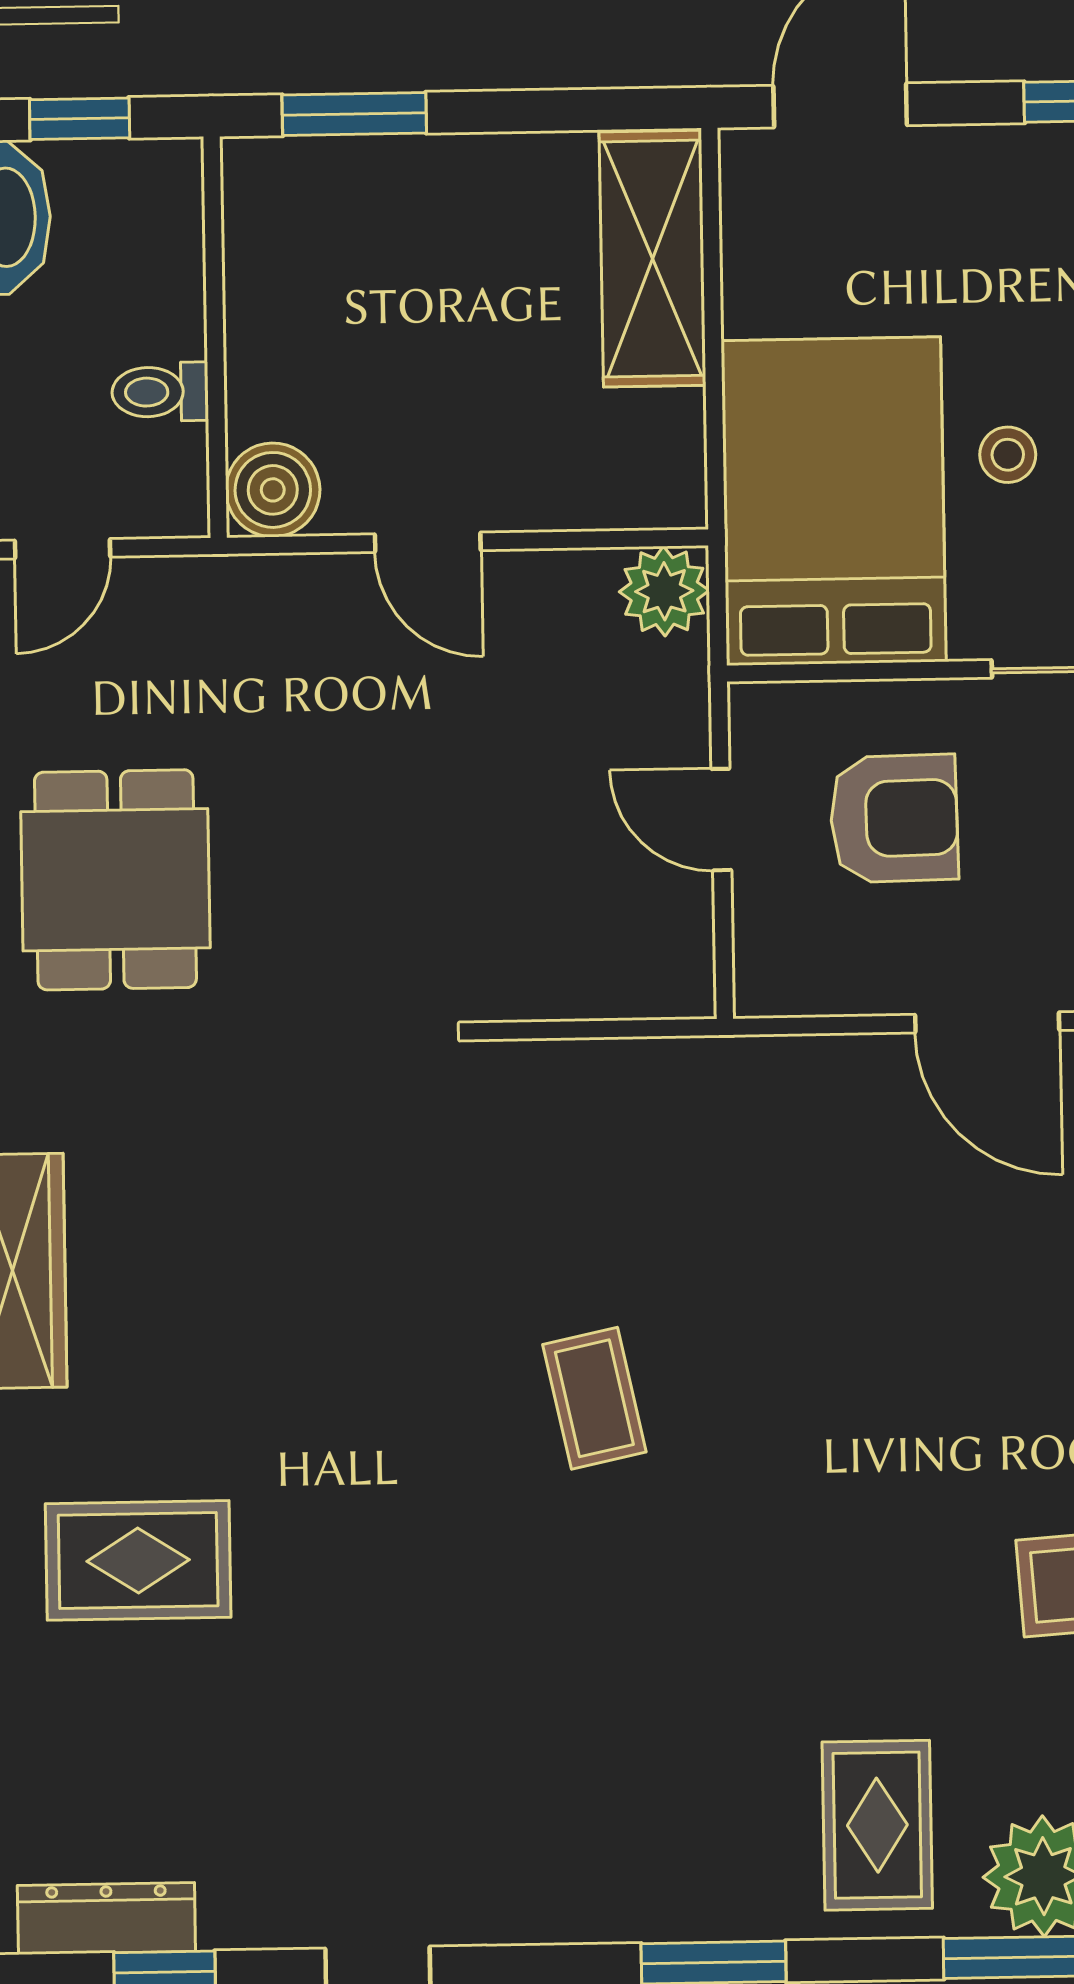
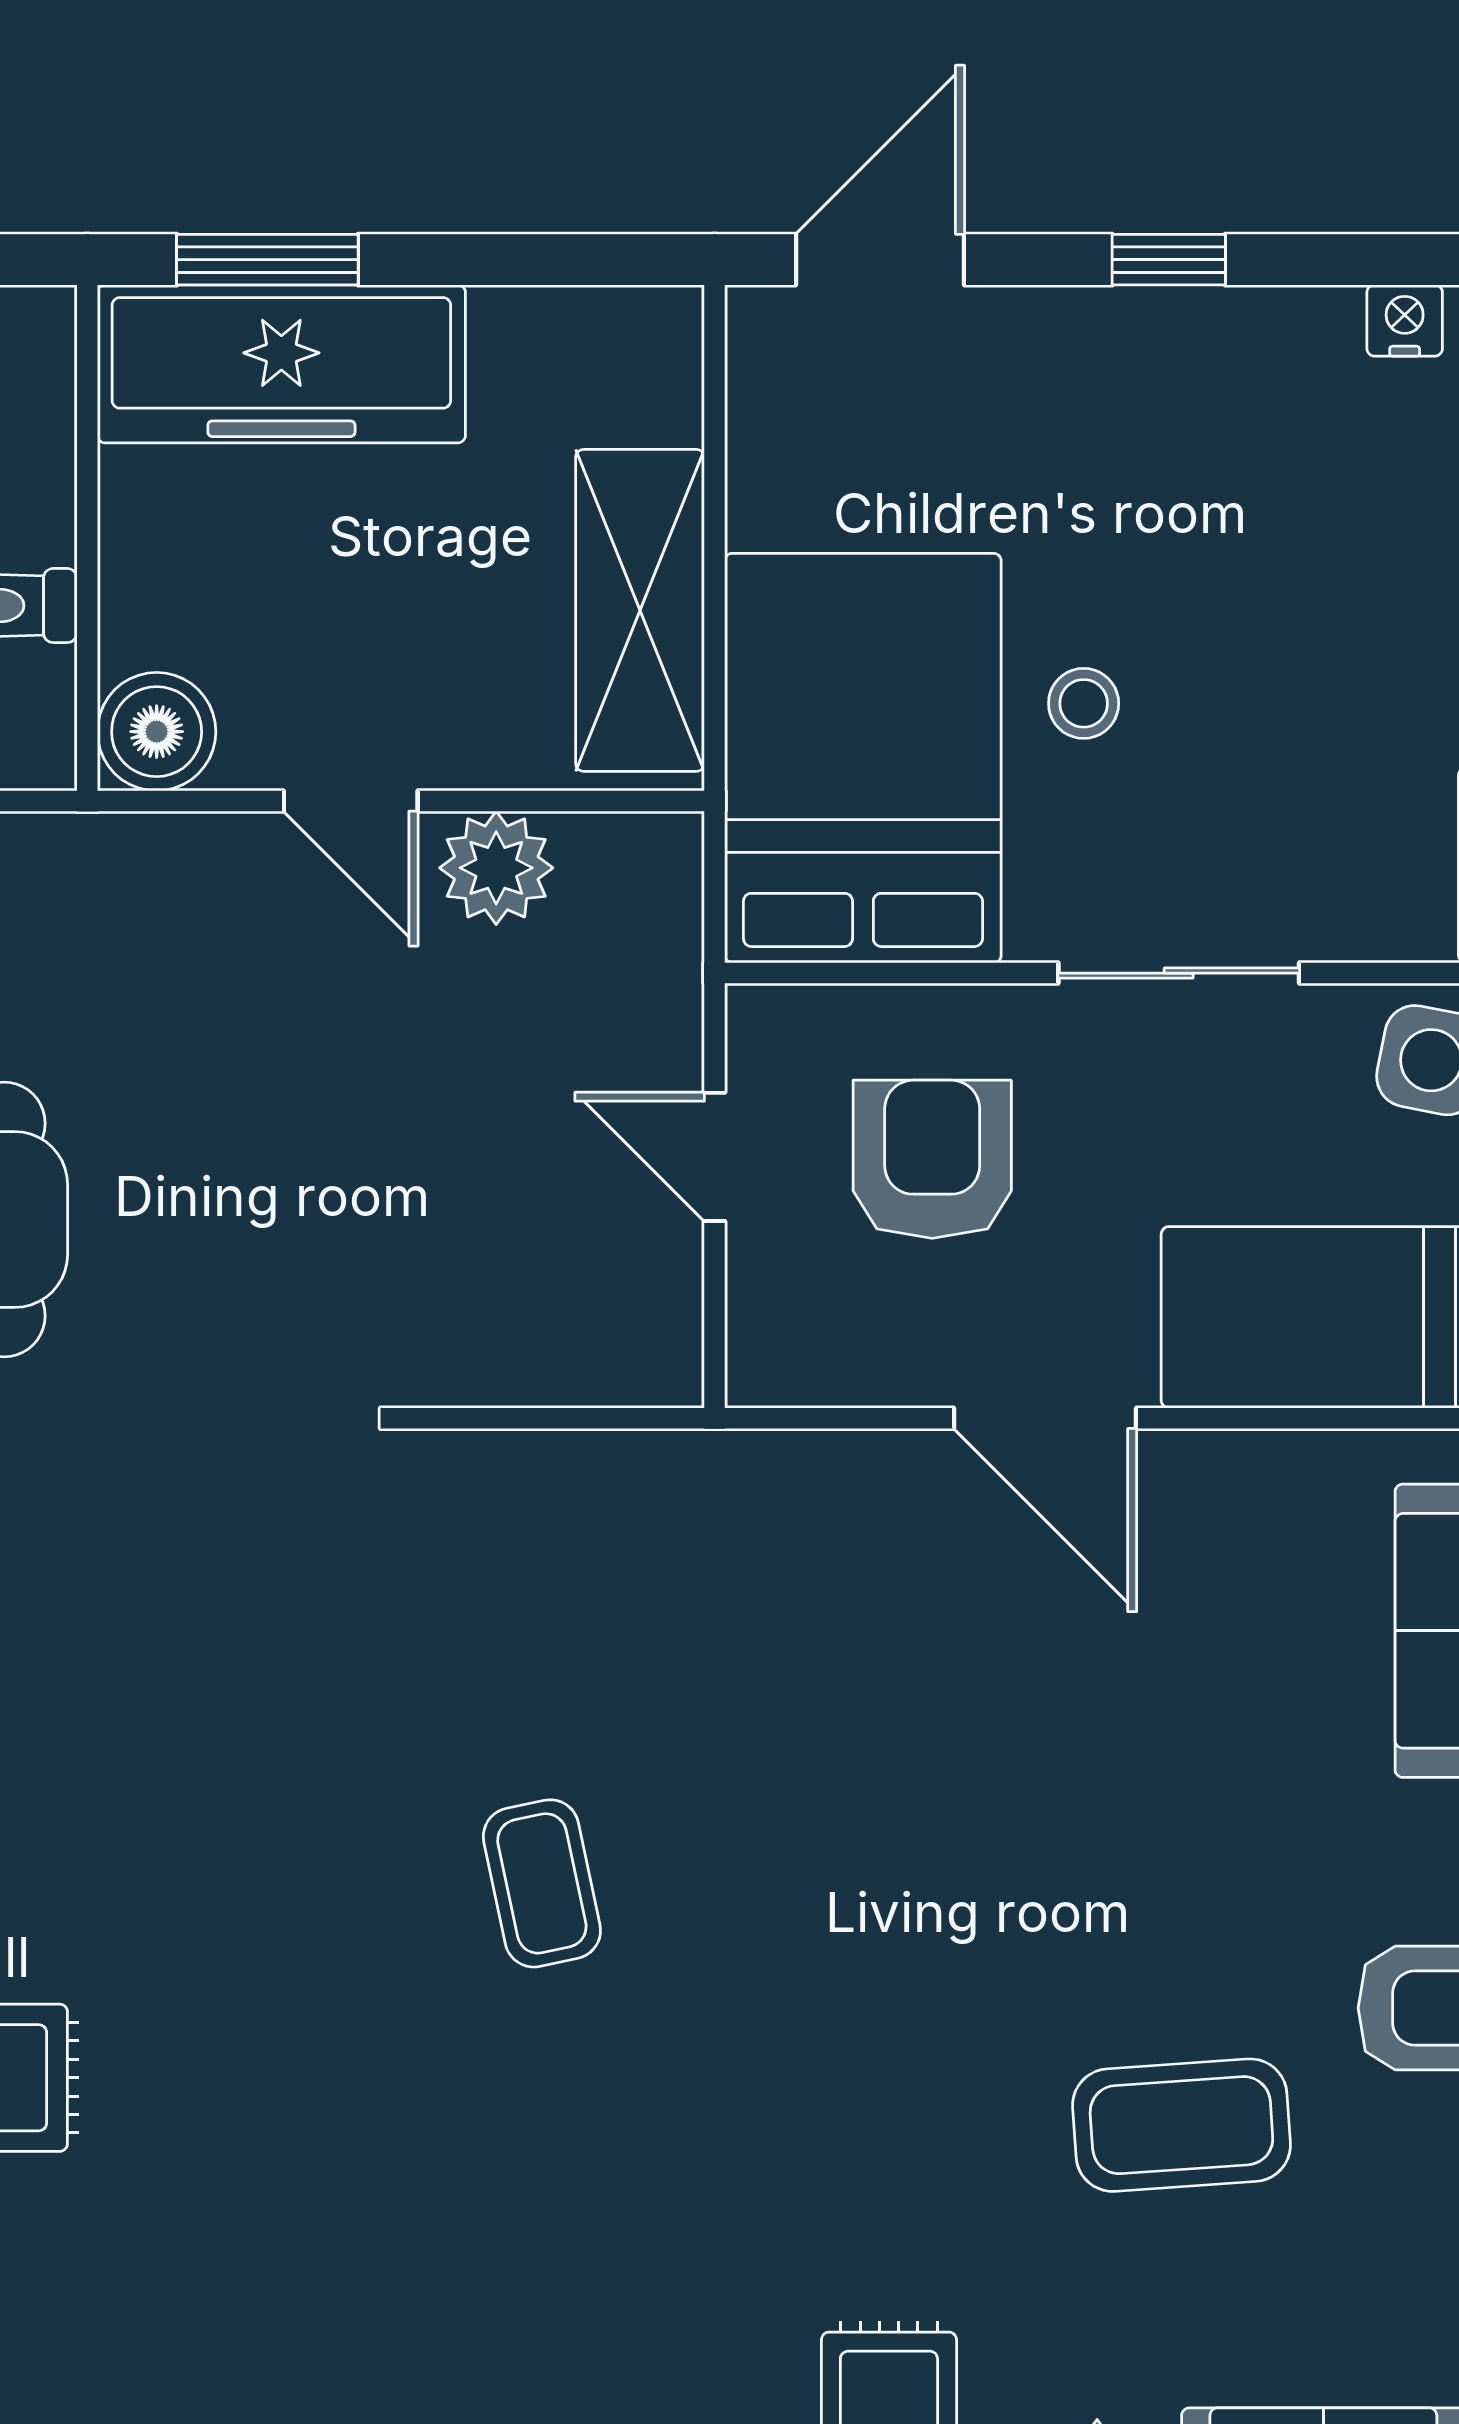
freezer: (367, 197) -> (281, 364), added
shelving: (652, 259) -> (640, 610), moved
plant: (664, 591) -> (496, 868), moved
armchair: (894, 818) -> (932, 1159), turned -89

